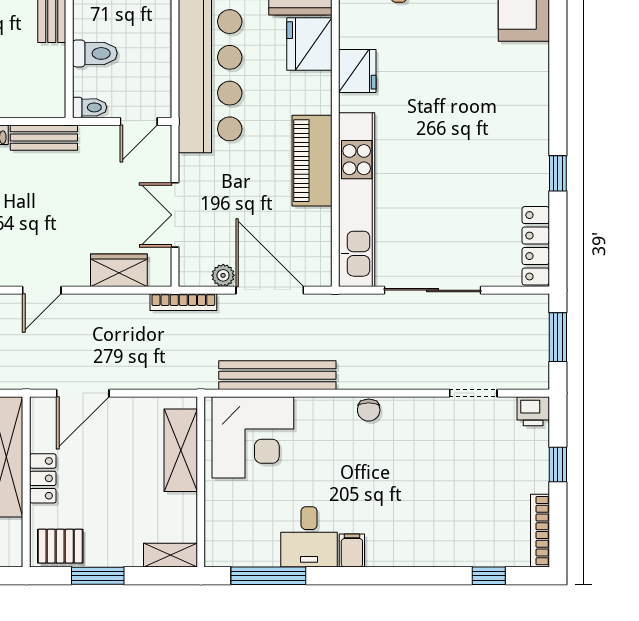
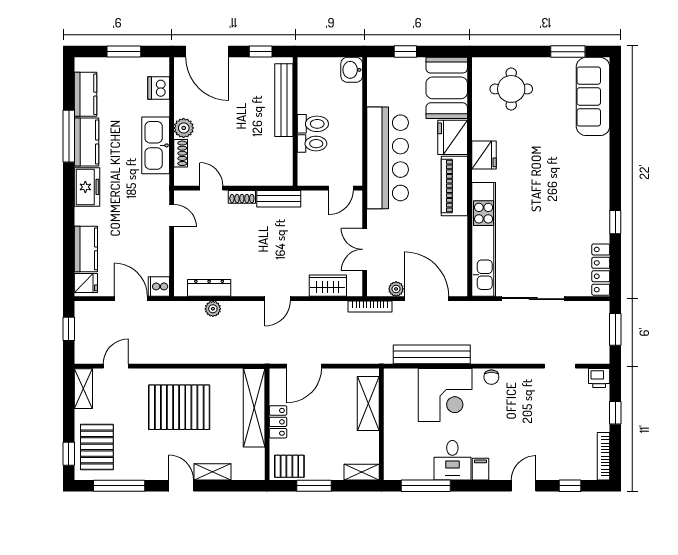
toilet: (90, 107) -> (313, 124), moved, width x1.37, depth x1.39
piano: (312, 161) -> (454, 186), moved
corner desk: (253, 437) -> (445, 395), moved
door: (418, 576) -> (524, 486), added

